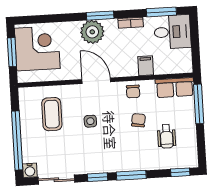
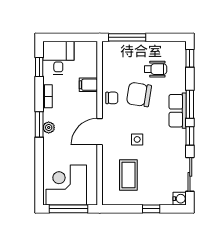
window: (161, 12) -> (39, 67), width x0.67
plant: (92, 32) -> (49, 128), width x0.53, depth x0.53
window: (12, 52) -> (68, 209), width x1.44
row of seats: (175, 88) -> (178, 111), moved, turned 180
coffee table: (52, 114) -> (128, 175), turned 90
chair: (138, 120) -> (139, 94), width x1.87, depth x1.87
window: (17, 141) -> (151, 209), width x0.32

